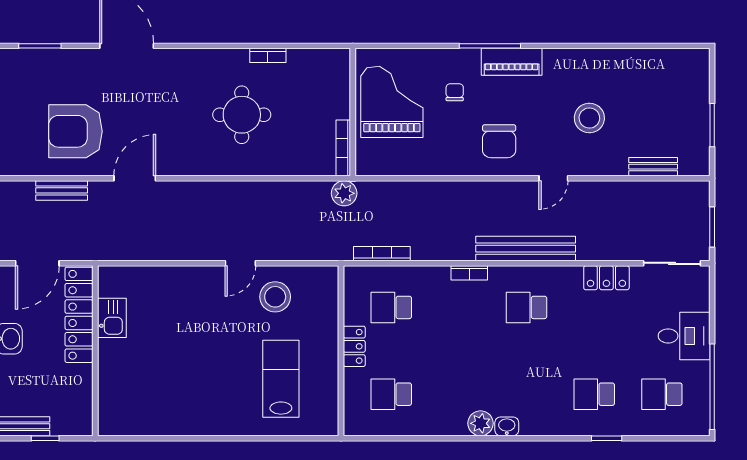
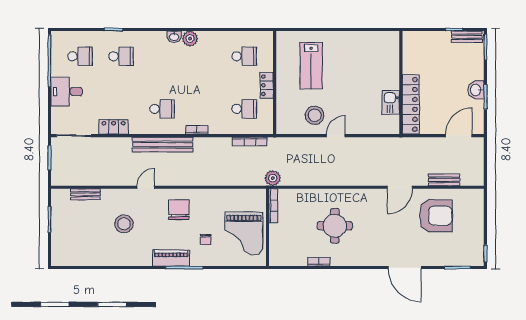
locker: (79, 315) -> (411, 104), moved
kitchen sink: (112, 318) -> (391, 103), moved
wall: (95, 351) -> (401, 83), moved

